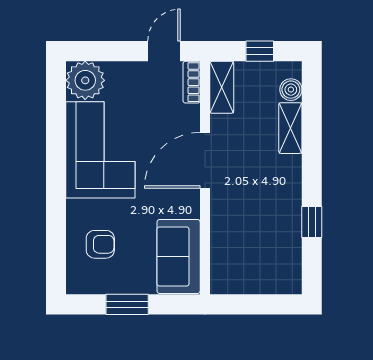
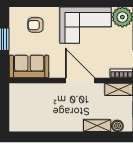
window: (312, 222) -> (47, 137), removed
armchair: (100, 244) -> (36, 25), turned 90

